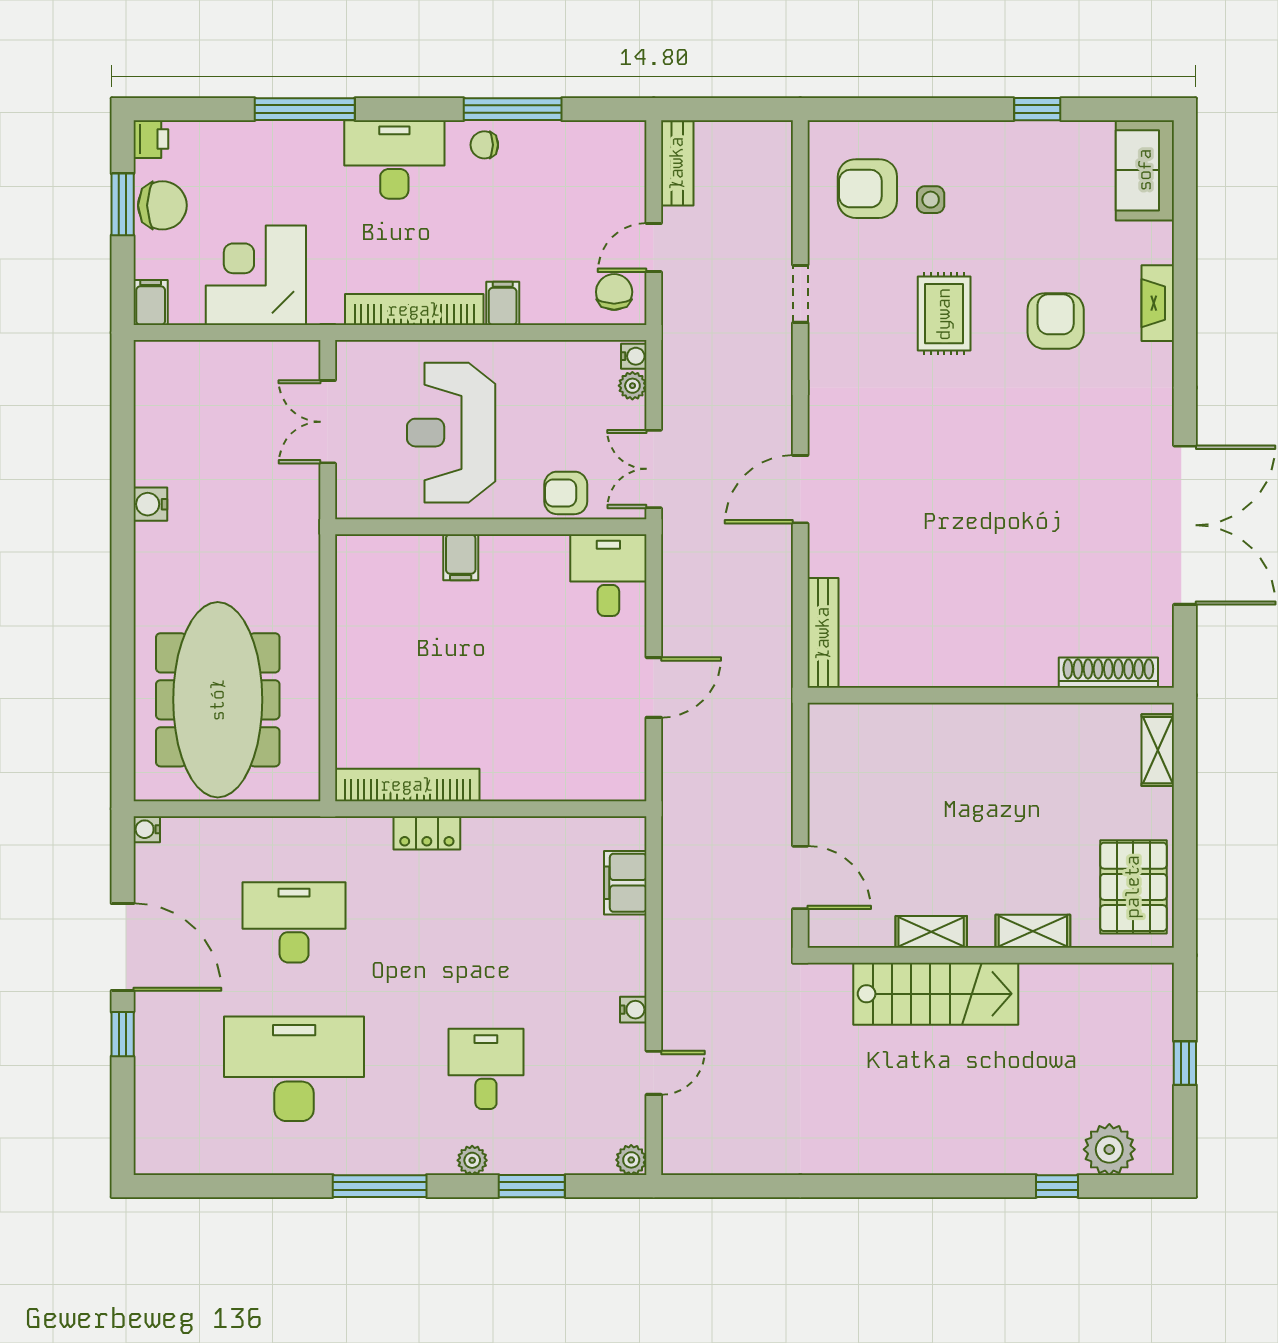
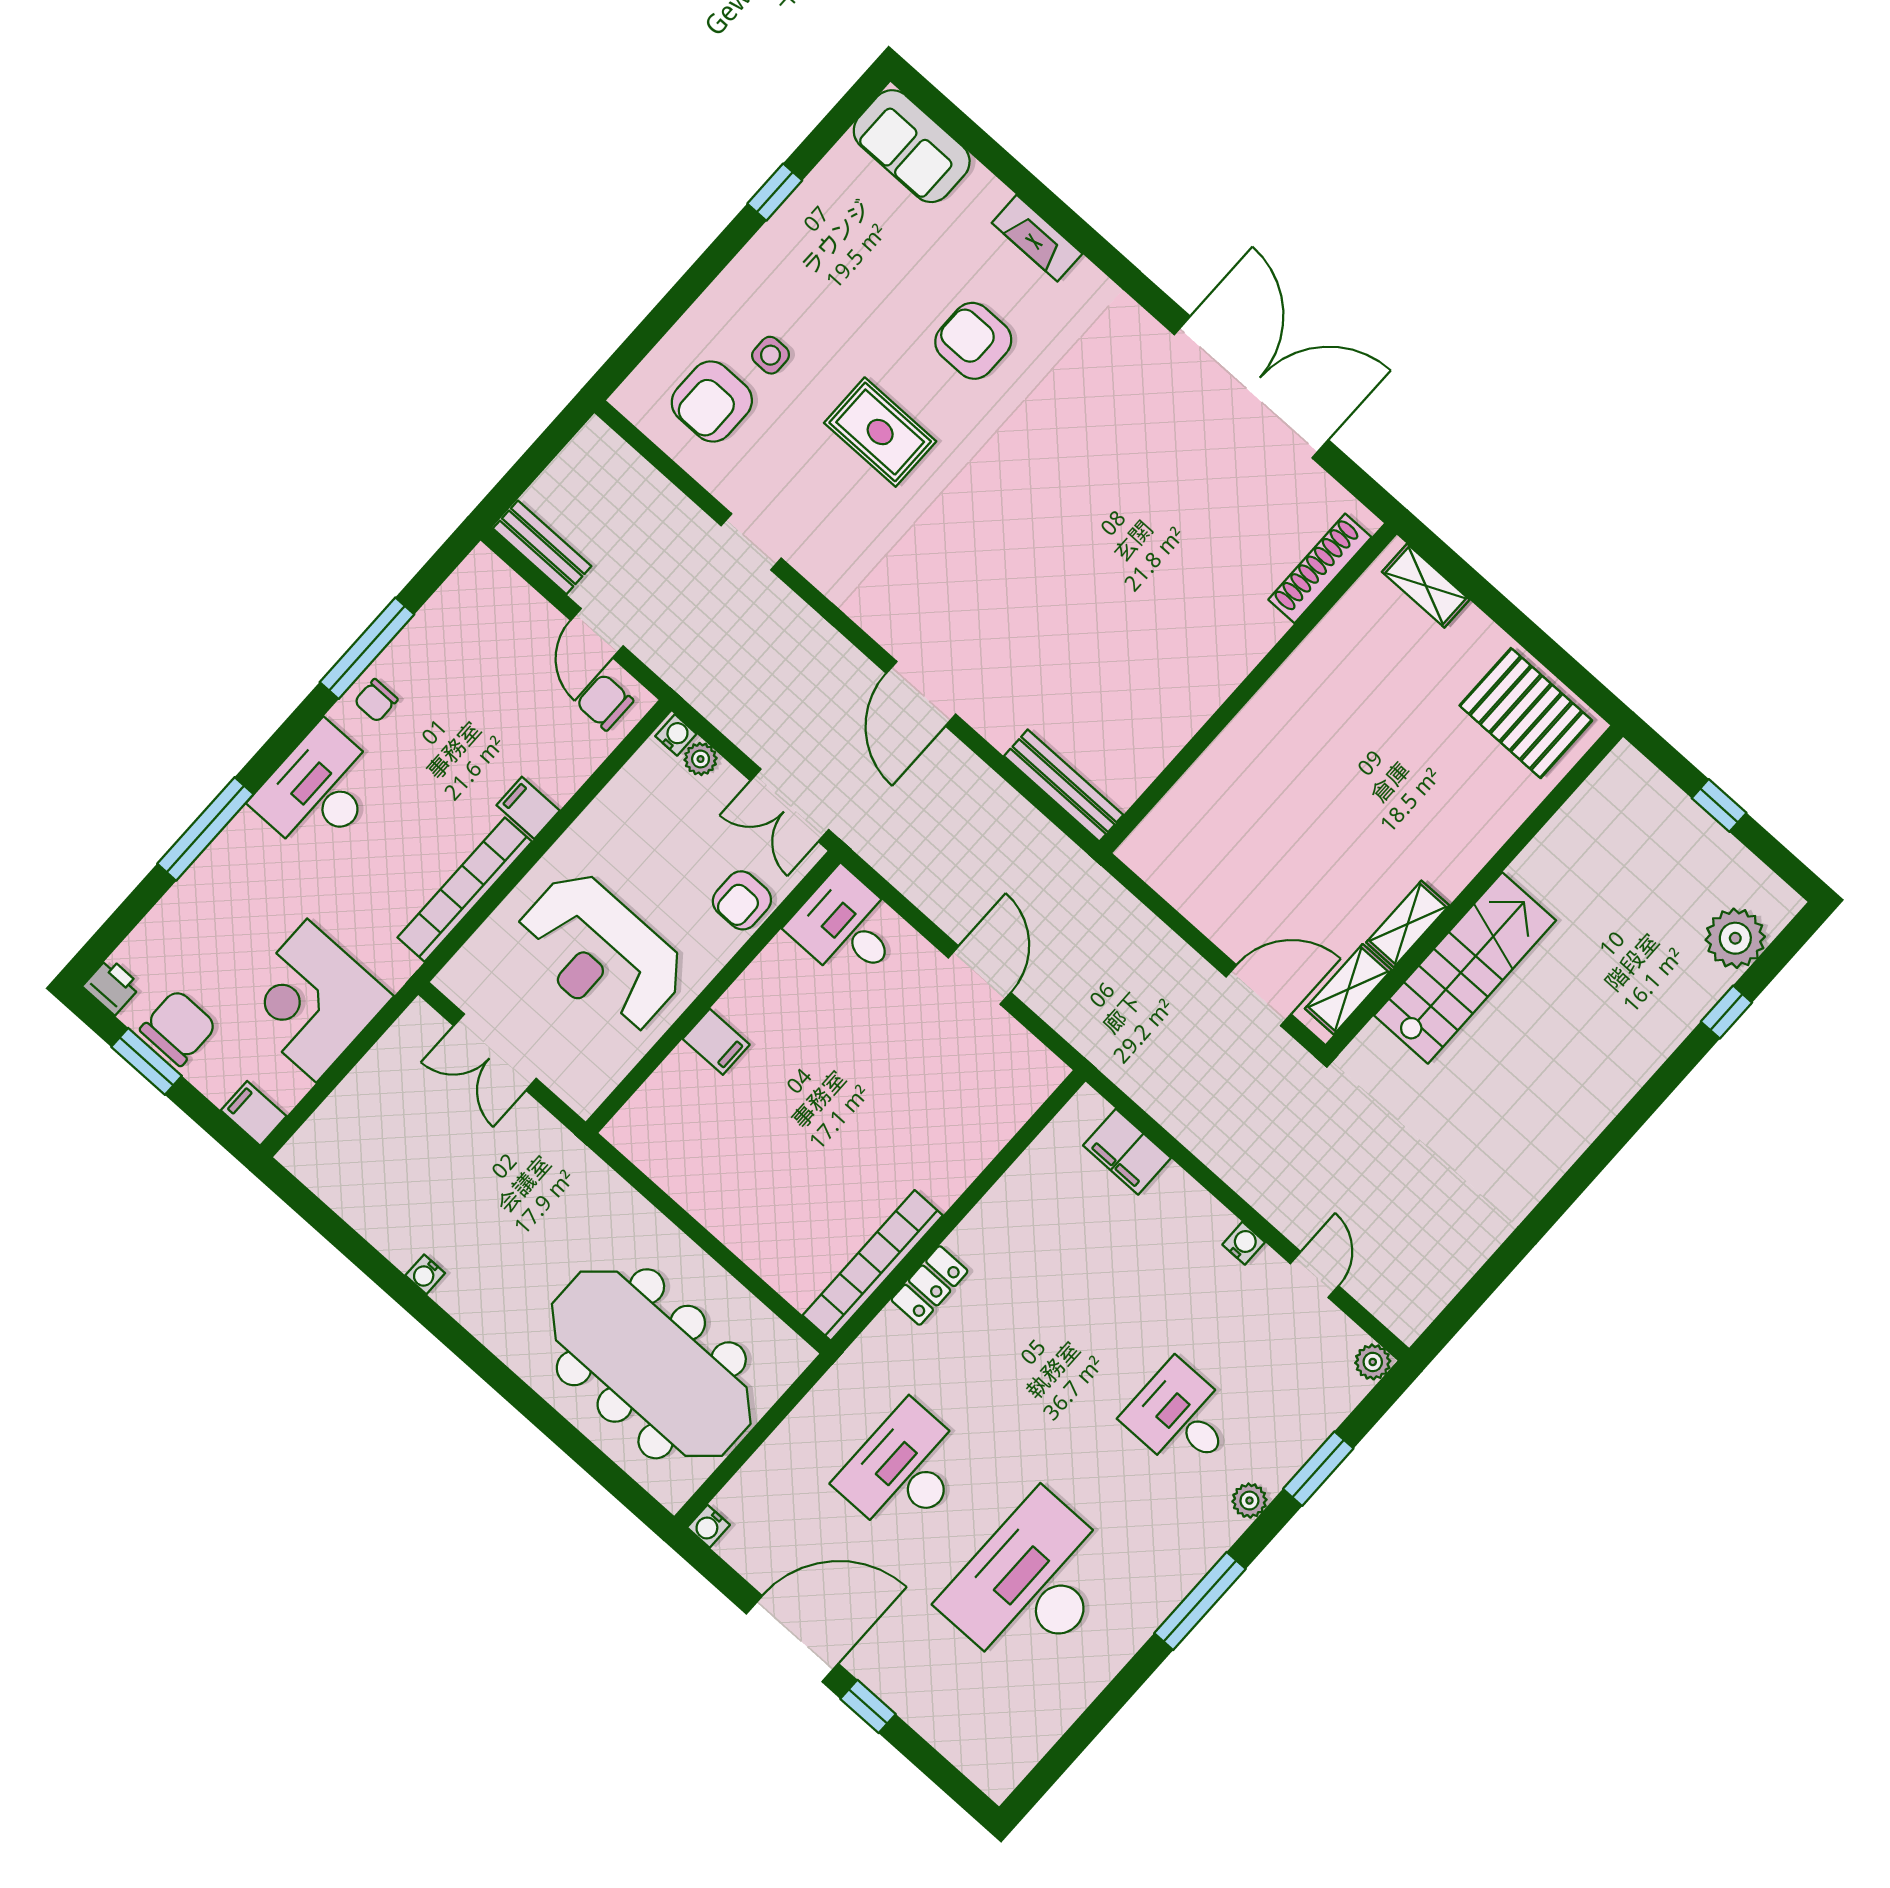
water cooler: (150, 504) -> (425, 1274), width x0.72, depth x0.72
shelving: (1033, 931) -> (1348, 989), moved

